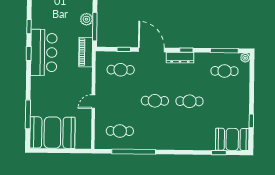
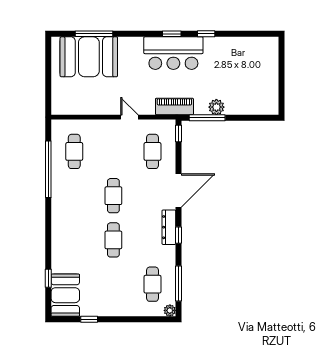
window: (124, 49) -> (179, 134), moved
door: (93, 102) -> (129, 117), moved
booth: (52, 133) -> (89, 57), moved, turned 90

